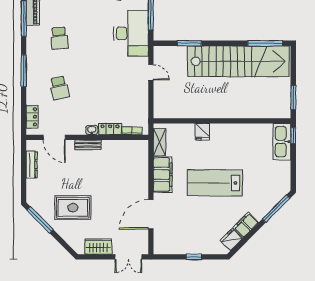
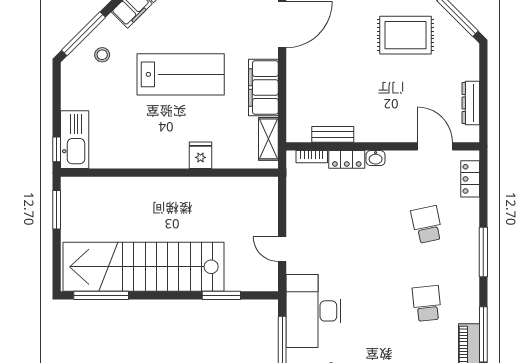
bench: (88, 145) -> (333, 134), moved
stool: (264, 195) -> (102, 55), added

